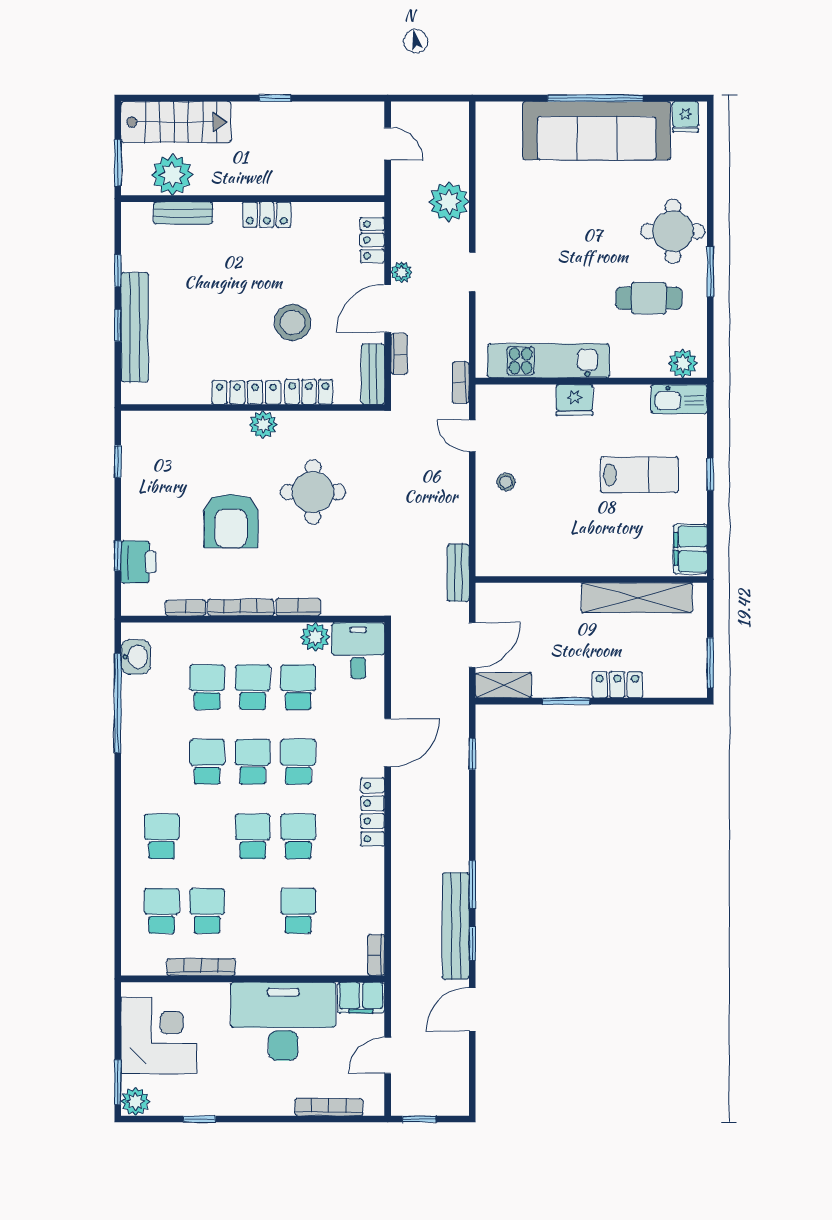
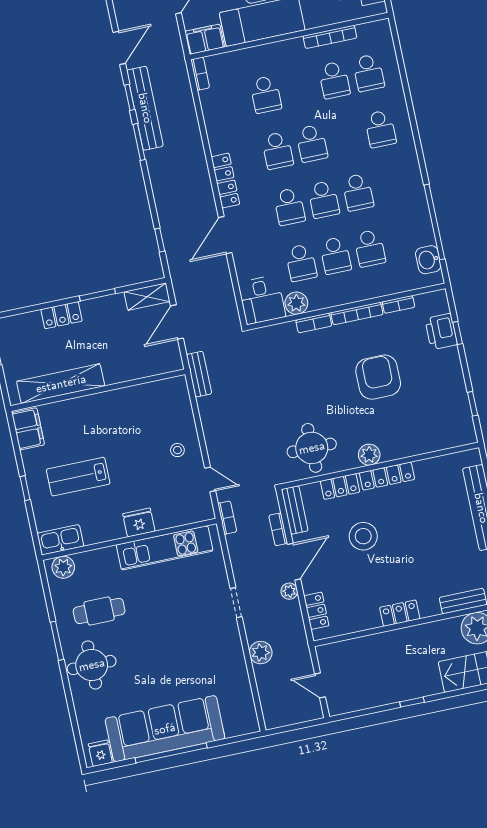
plant: (449, 202) -> (261, 653), width x0.73, depth x0.73
round table: (313, 492) -> (312, 448), moved

